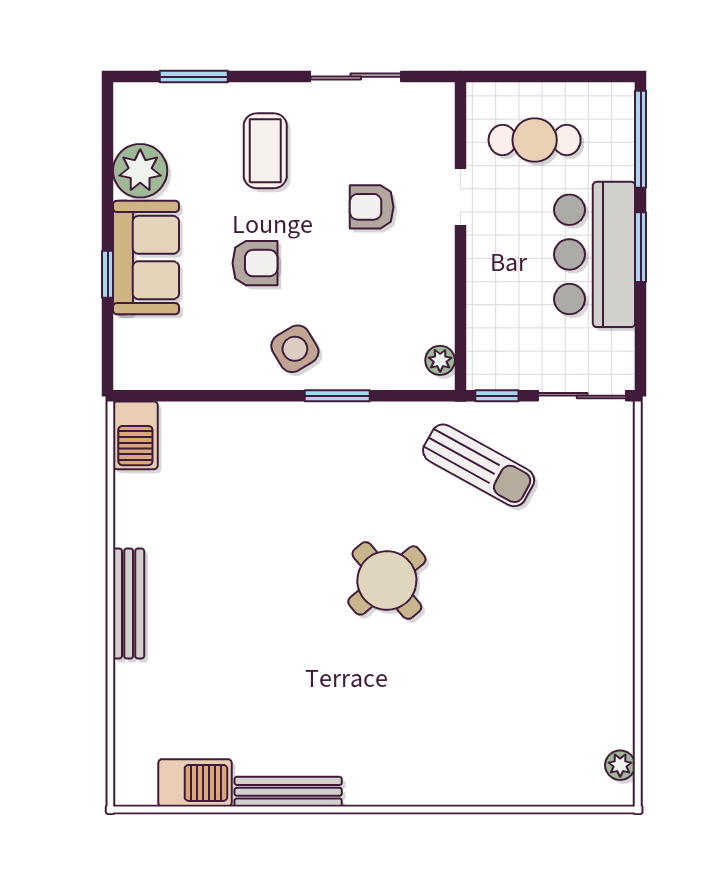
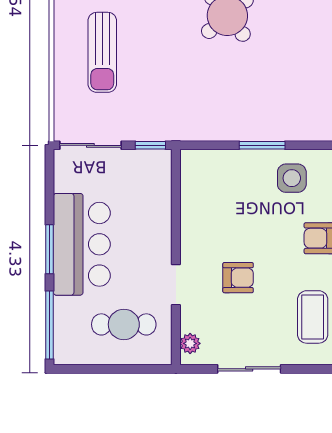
side table: (295, 349) -> (292, 178), turned 31
plant: (440, 360) -> (190, 343), moved
sun lounger: (479, 465) -> (102, 52), moved, turned -119

